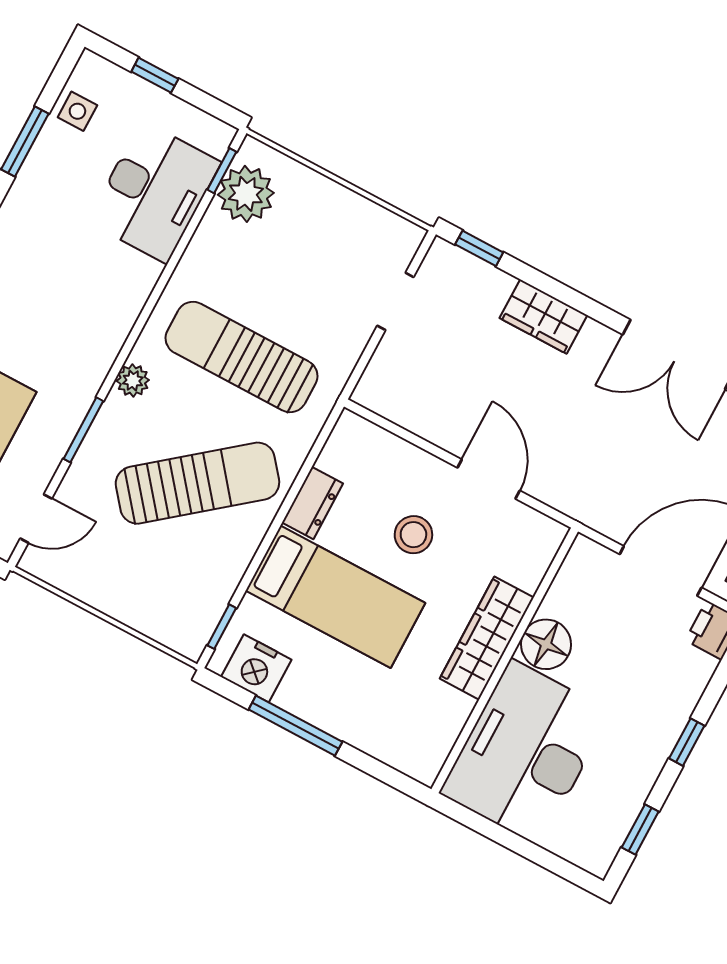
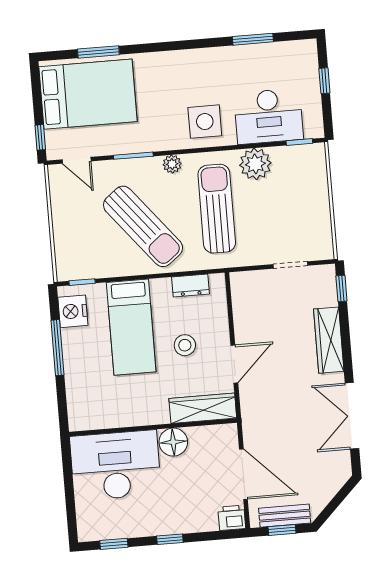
side table: (77, 111) -> (205, 122), moved, width x1.87, depth x1.87
plant: (246, 194) -> (255, 164), moved
wardrobe: (543, 317) -> (329, 340), width x1.50
dresser: (312, 503) -> (190, 286), moved
wardrobe: (487, 638) -> (203, 408), moved

